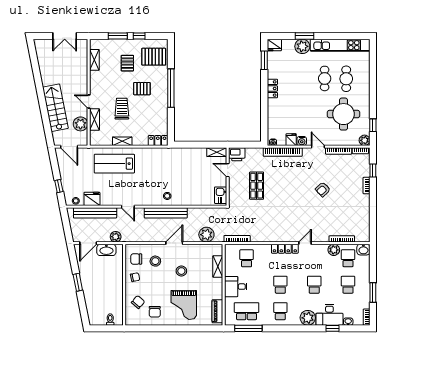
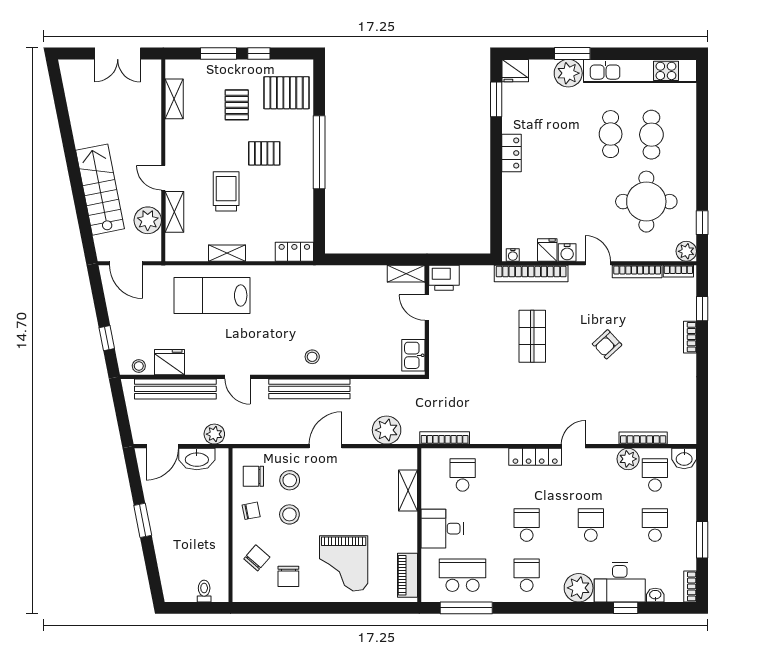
shop shelf: (257, 186) -> (532, 336), moved
stool: (181, 271) -> (289, 514), moved

